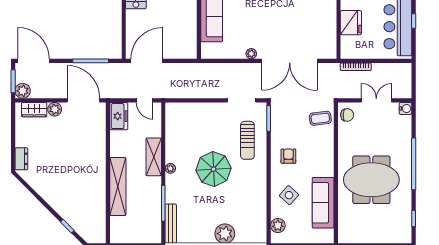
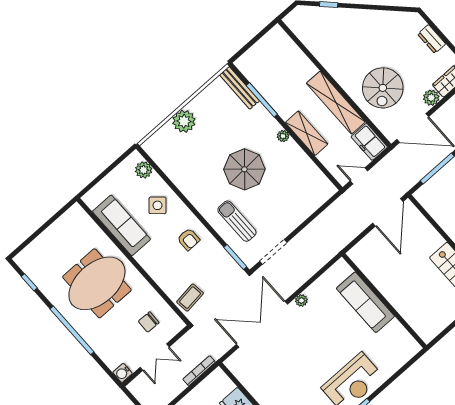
chair: (347, 115) -> (149, 322), moved
spiral stairs: (80, 143) -> (383, 88), added
dresser: (21, 159) -> (432, 39), moved
shelving: (118, 187) -> (336, 102), moved

